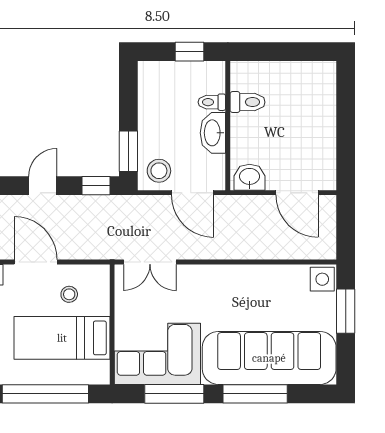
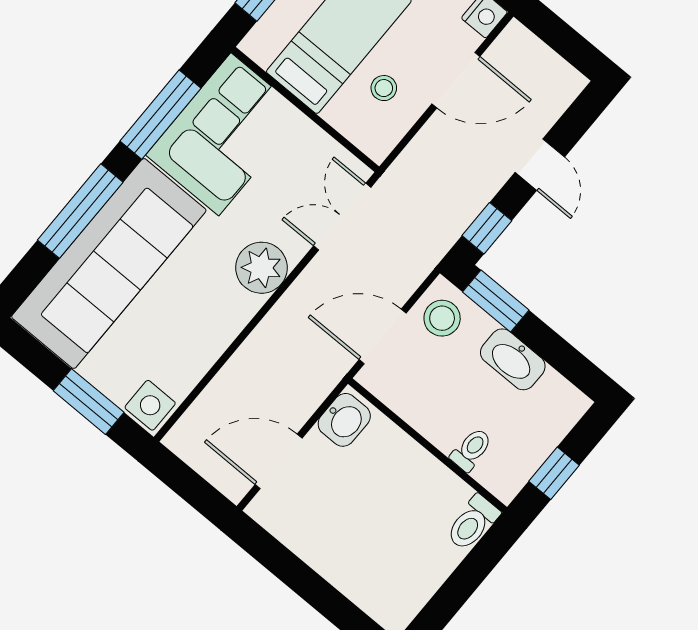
toilet: (248, 102) -> (473, 523), moved
washbasin: (213, 133) -> (513, 359), moved, turned 180
plant: (208, 281) -> (261, 268), added

